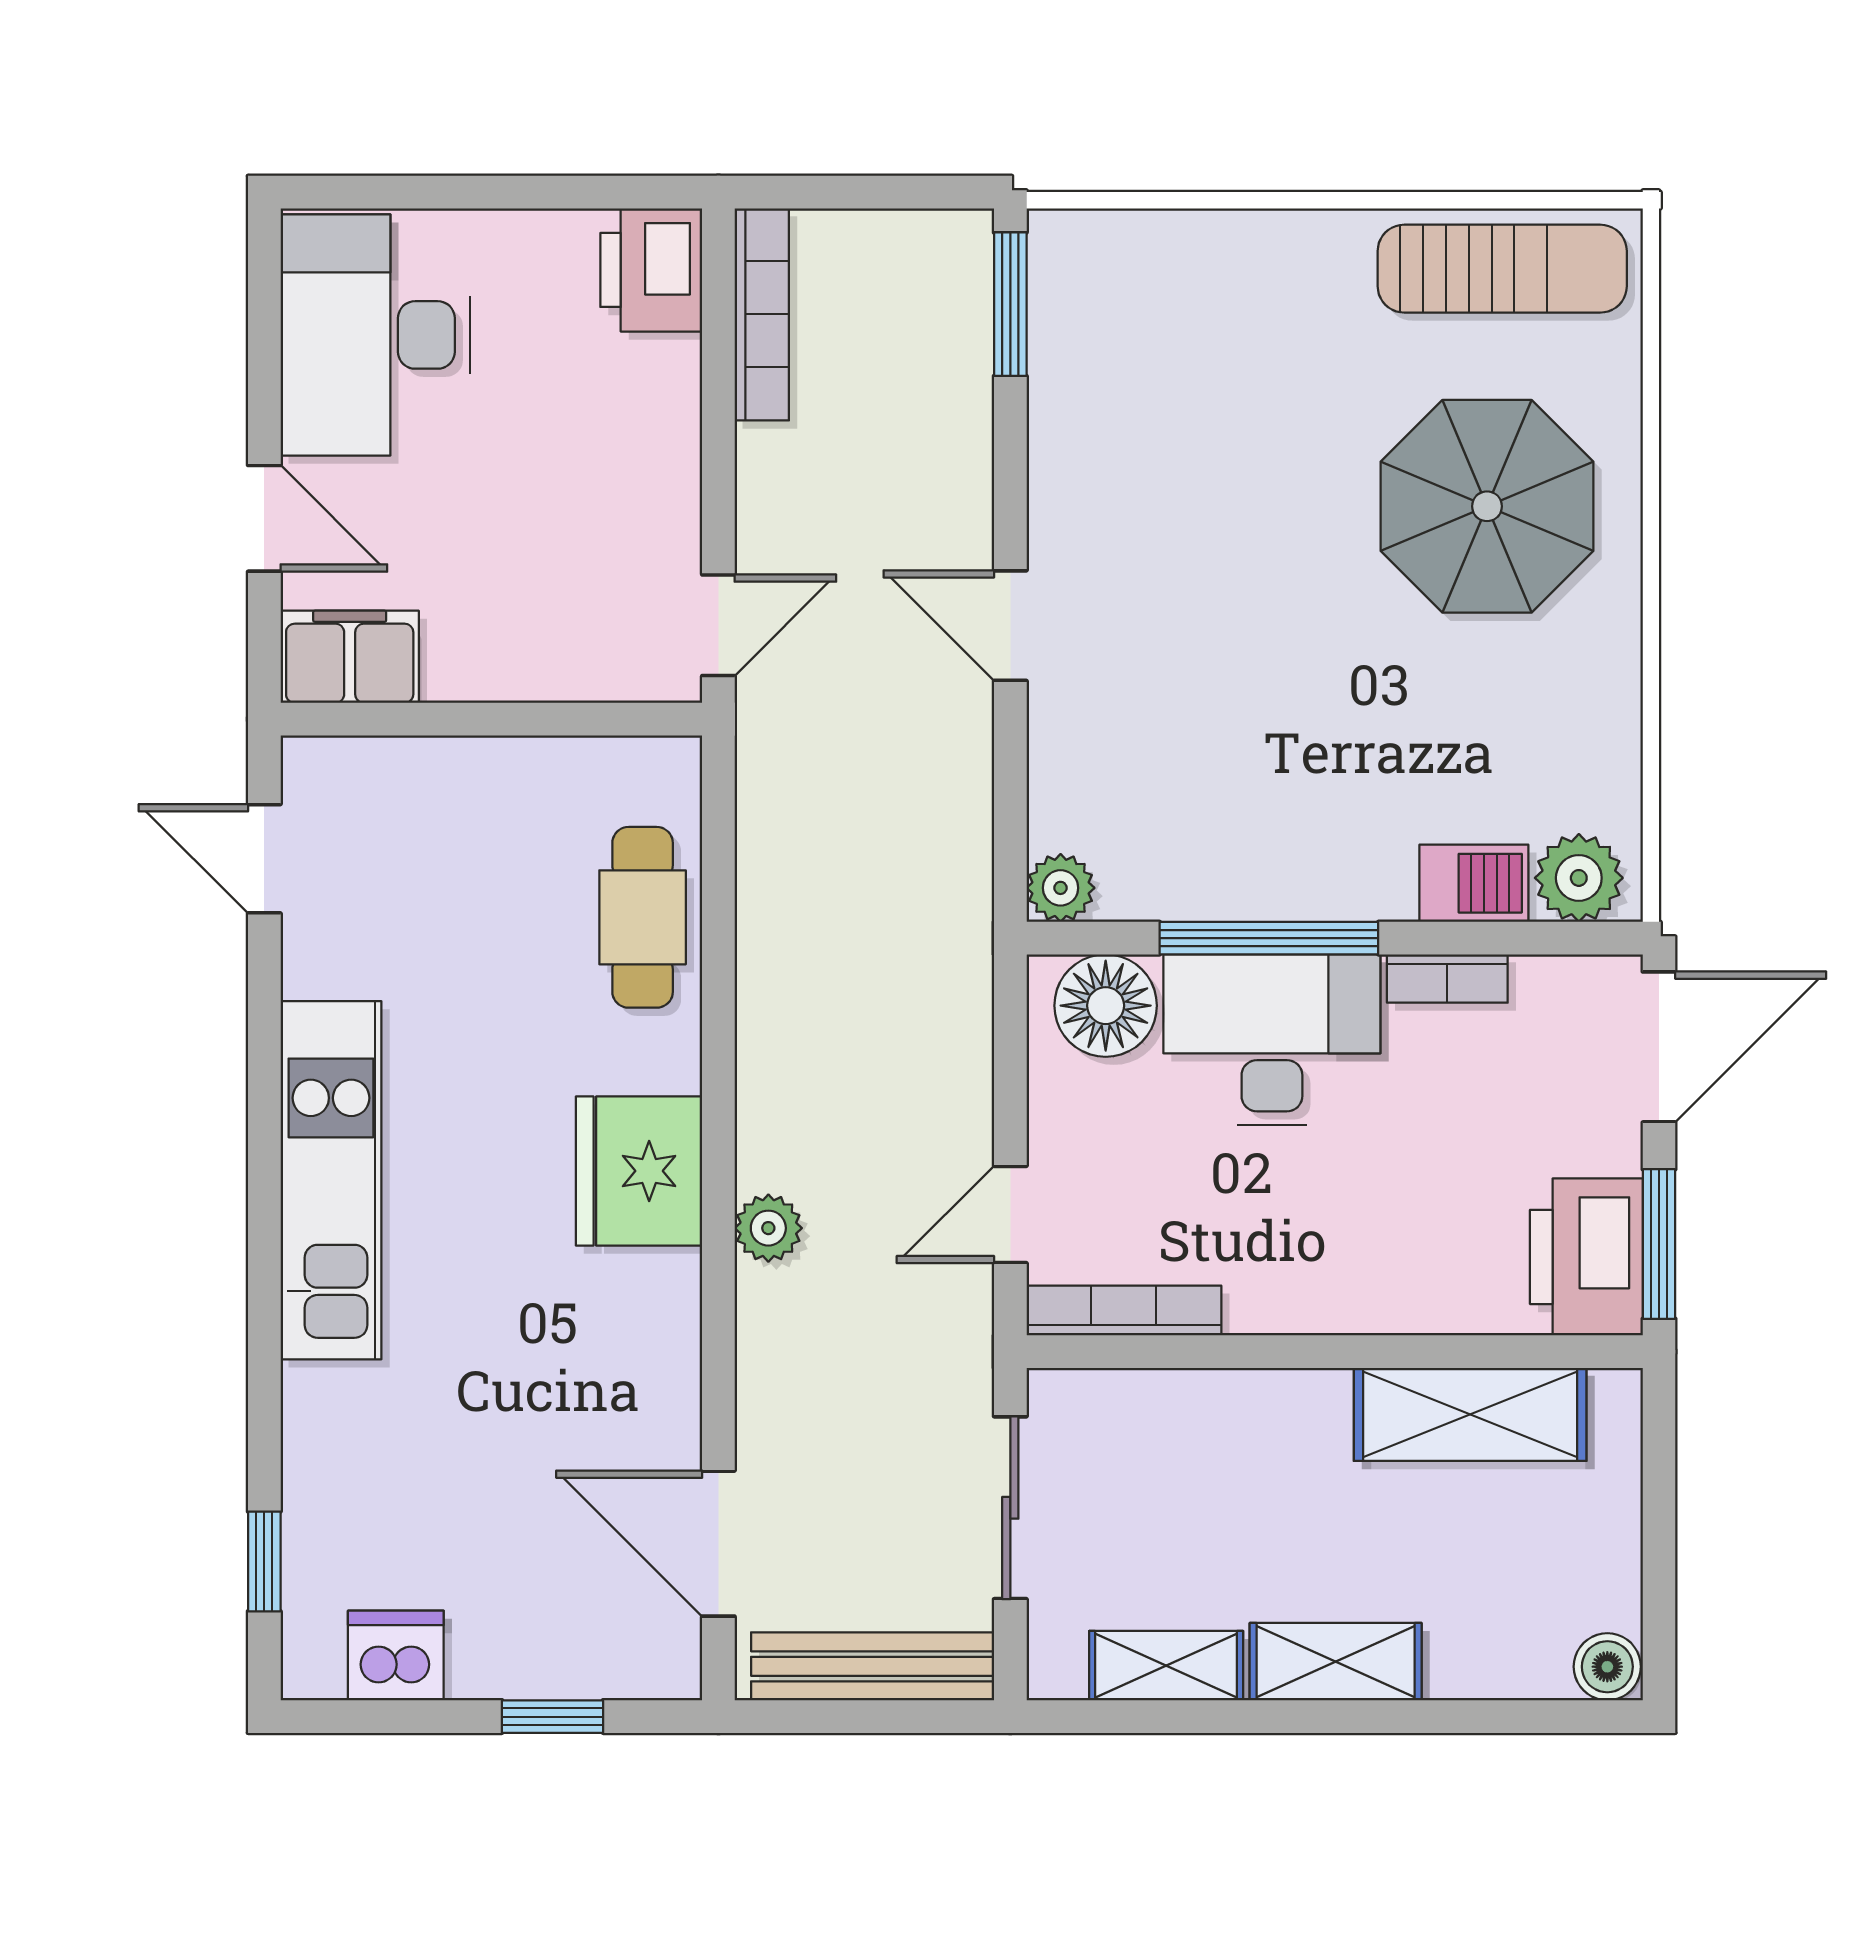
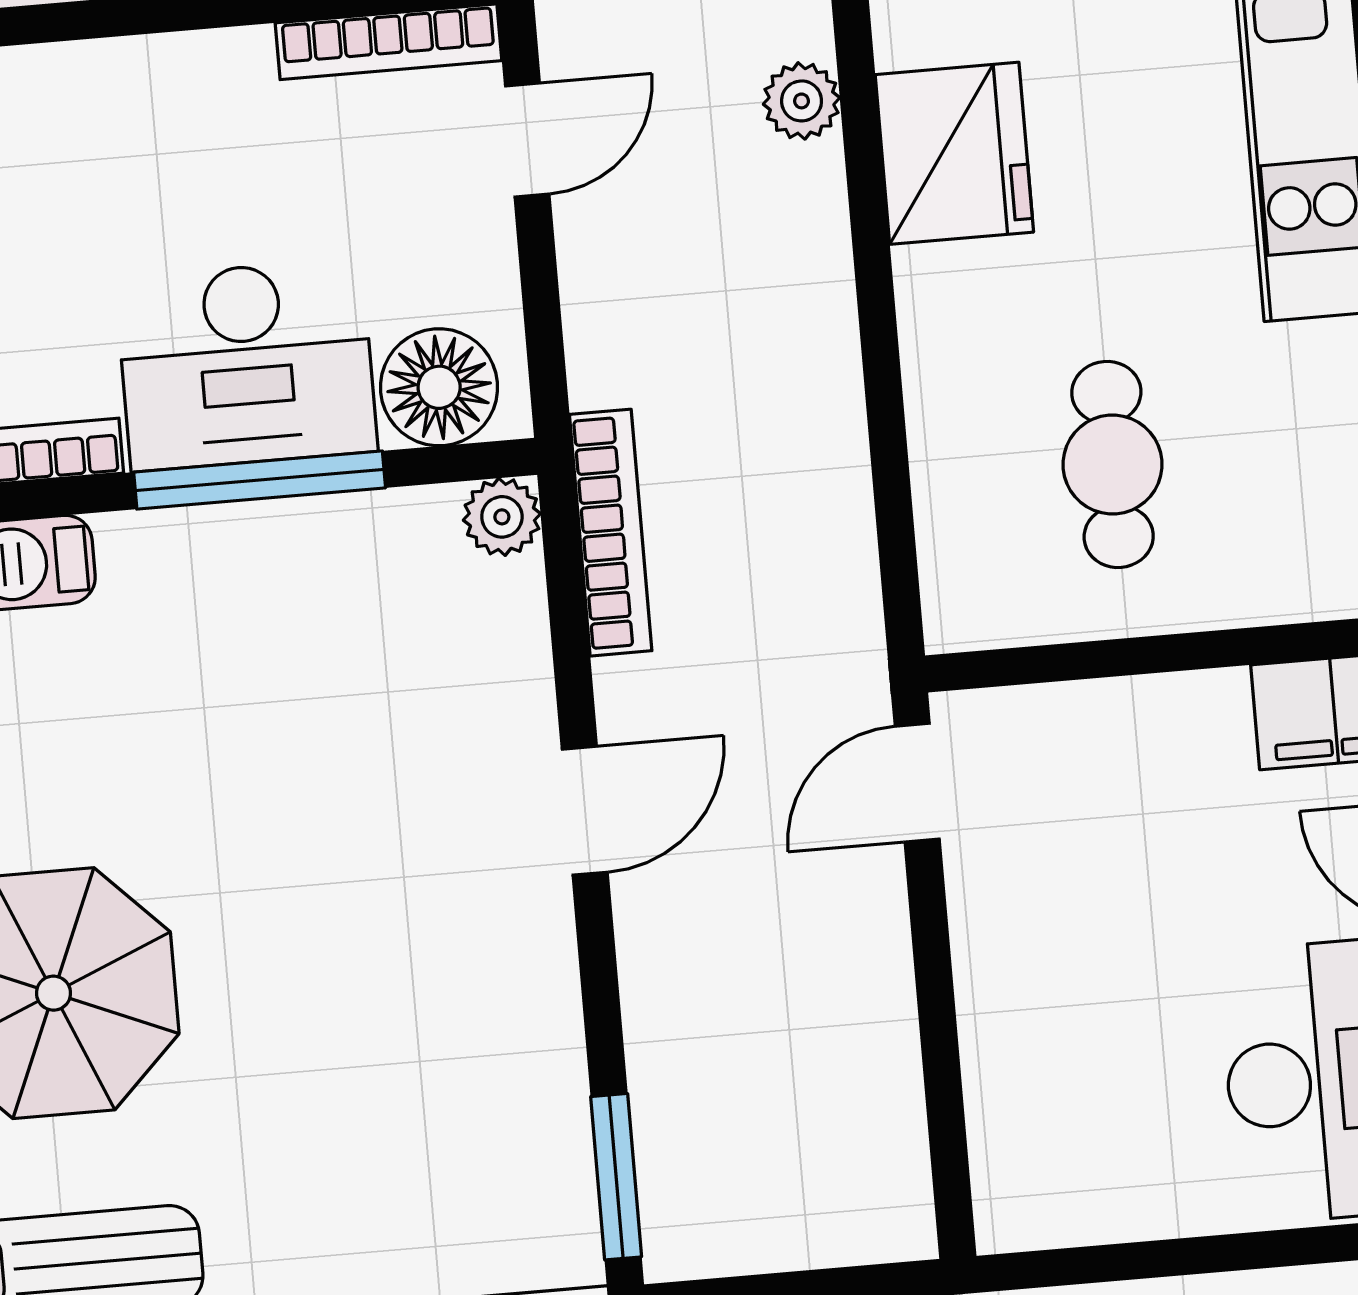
printer: (651, 270) -> (1028, 1181), removed
bookcase: (762, 314) -> (611, 533), moved, turned 180
door: (1010, 626) -> (585, 811), hinge flipped
cafe table: (643, 917) -> (1113, 464), moved

